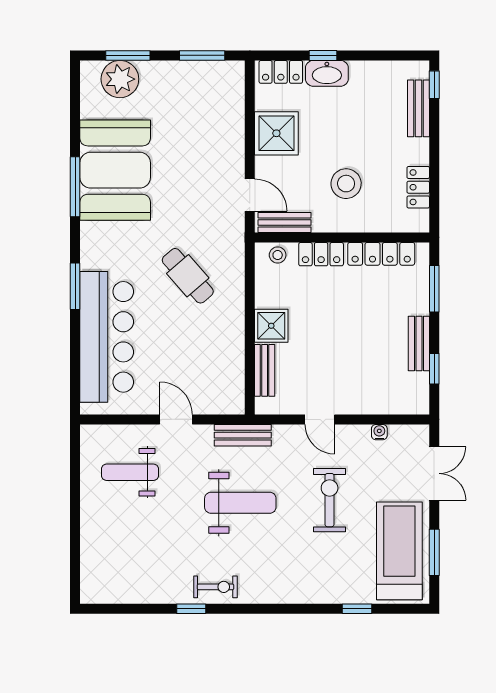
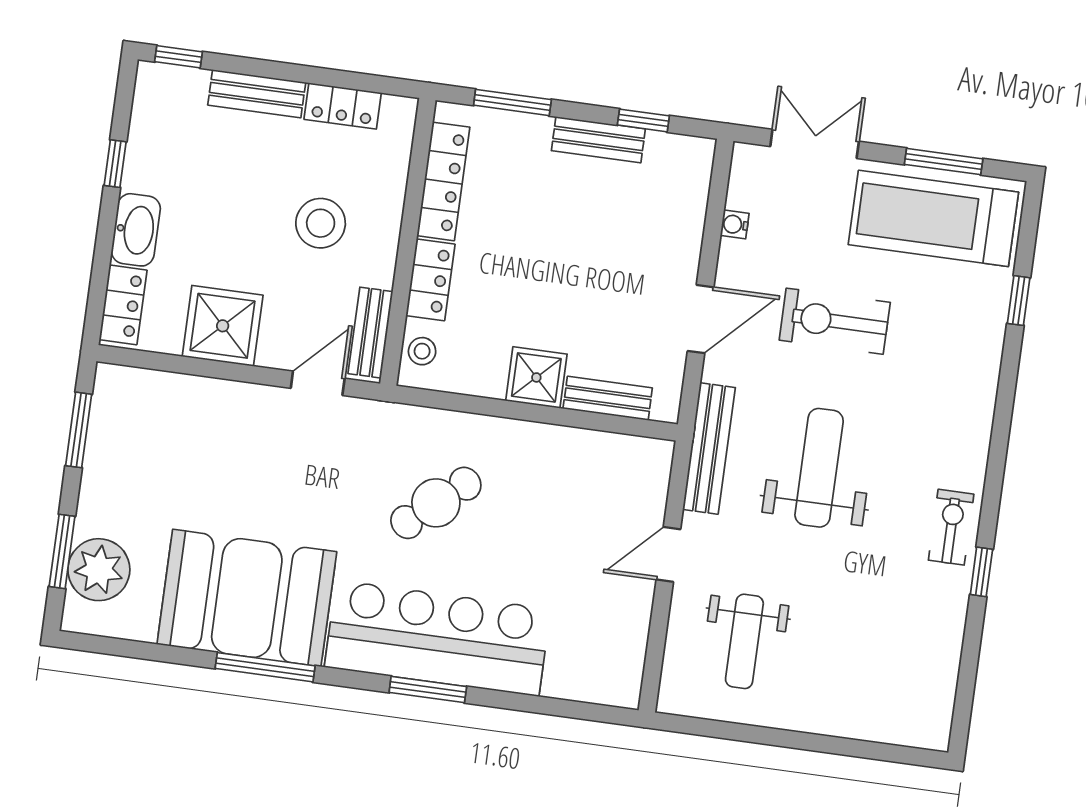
window: (323, 55) -> (115, 164), moved
bench: (419, 108) -> (257, 94), moved
bar counter: (107, 337) -> (437, 638), moved
door: (320, 419) -> (701, 319), width x1.38
bench: (243, 435) -> (709, 449), width x1.36

